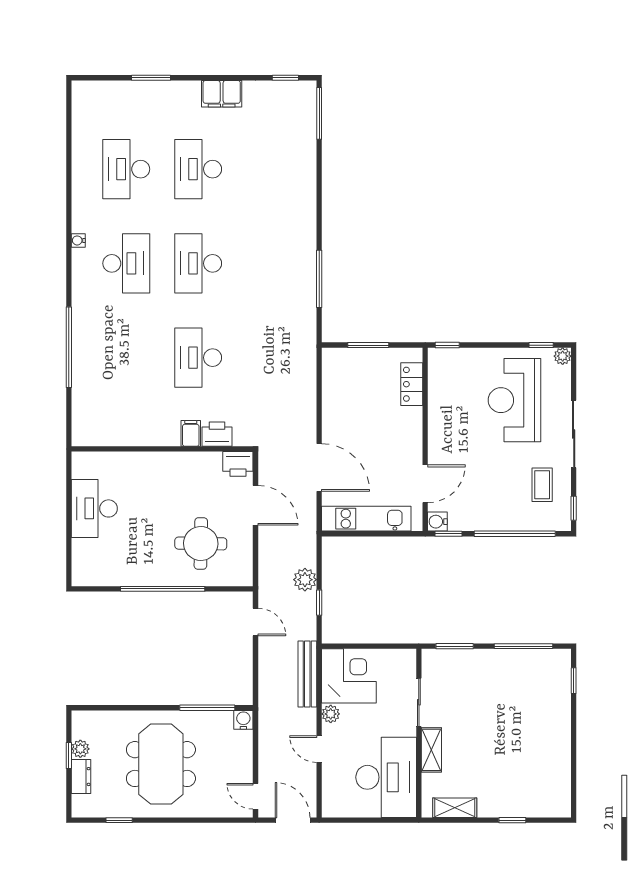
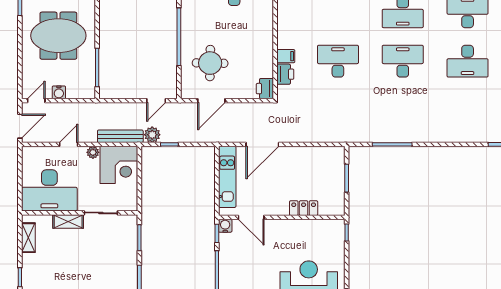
desk: (198, 169) -> (468, 61), turned 180
locker: (412, 384) -> (304, 208), moved
door: (256, 505) -> (211, 101), moved
plant: (305, 580) -> (152, 135), moved
water cooler: (243, 720) -> (59, 92), moved, turned 90

